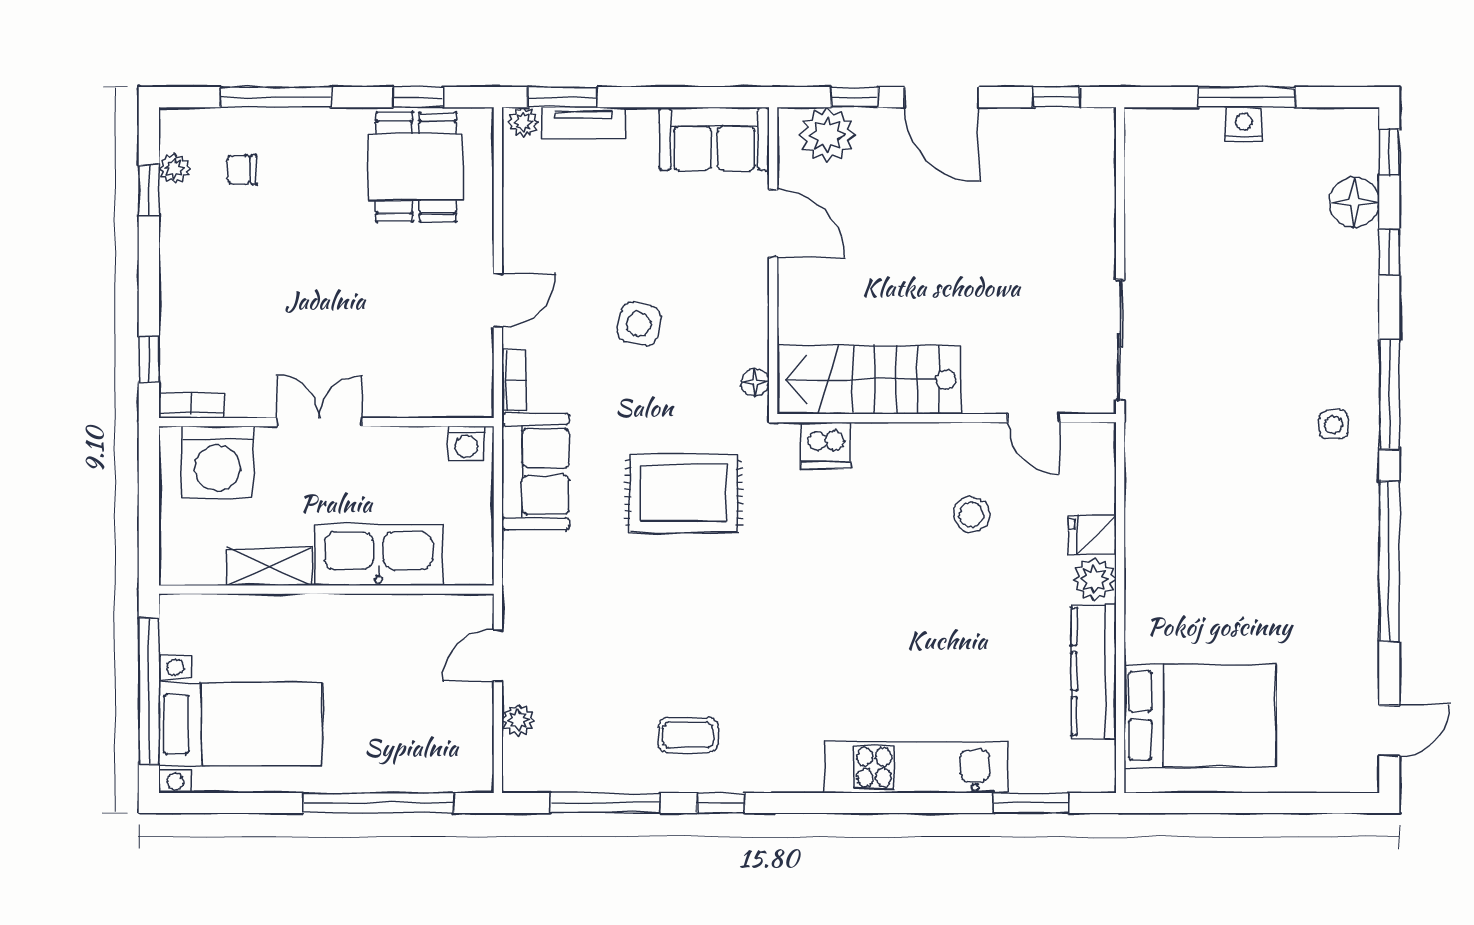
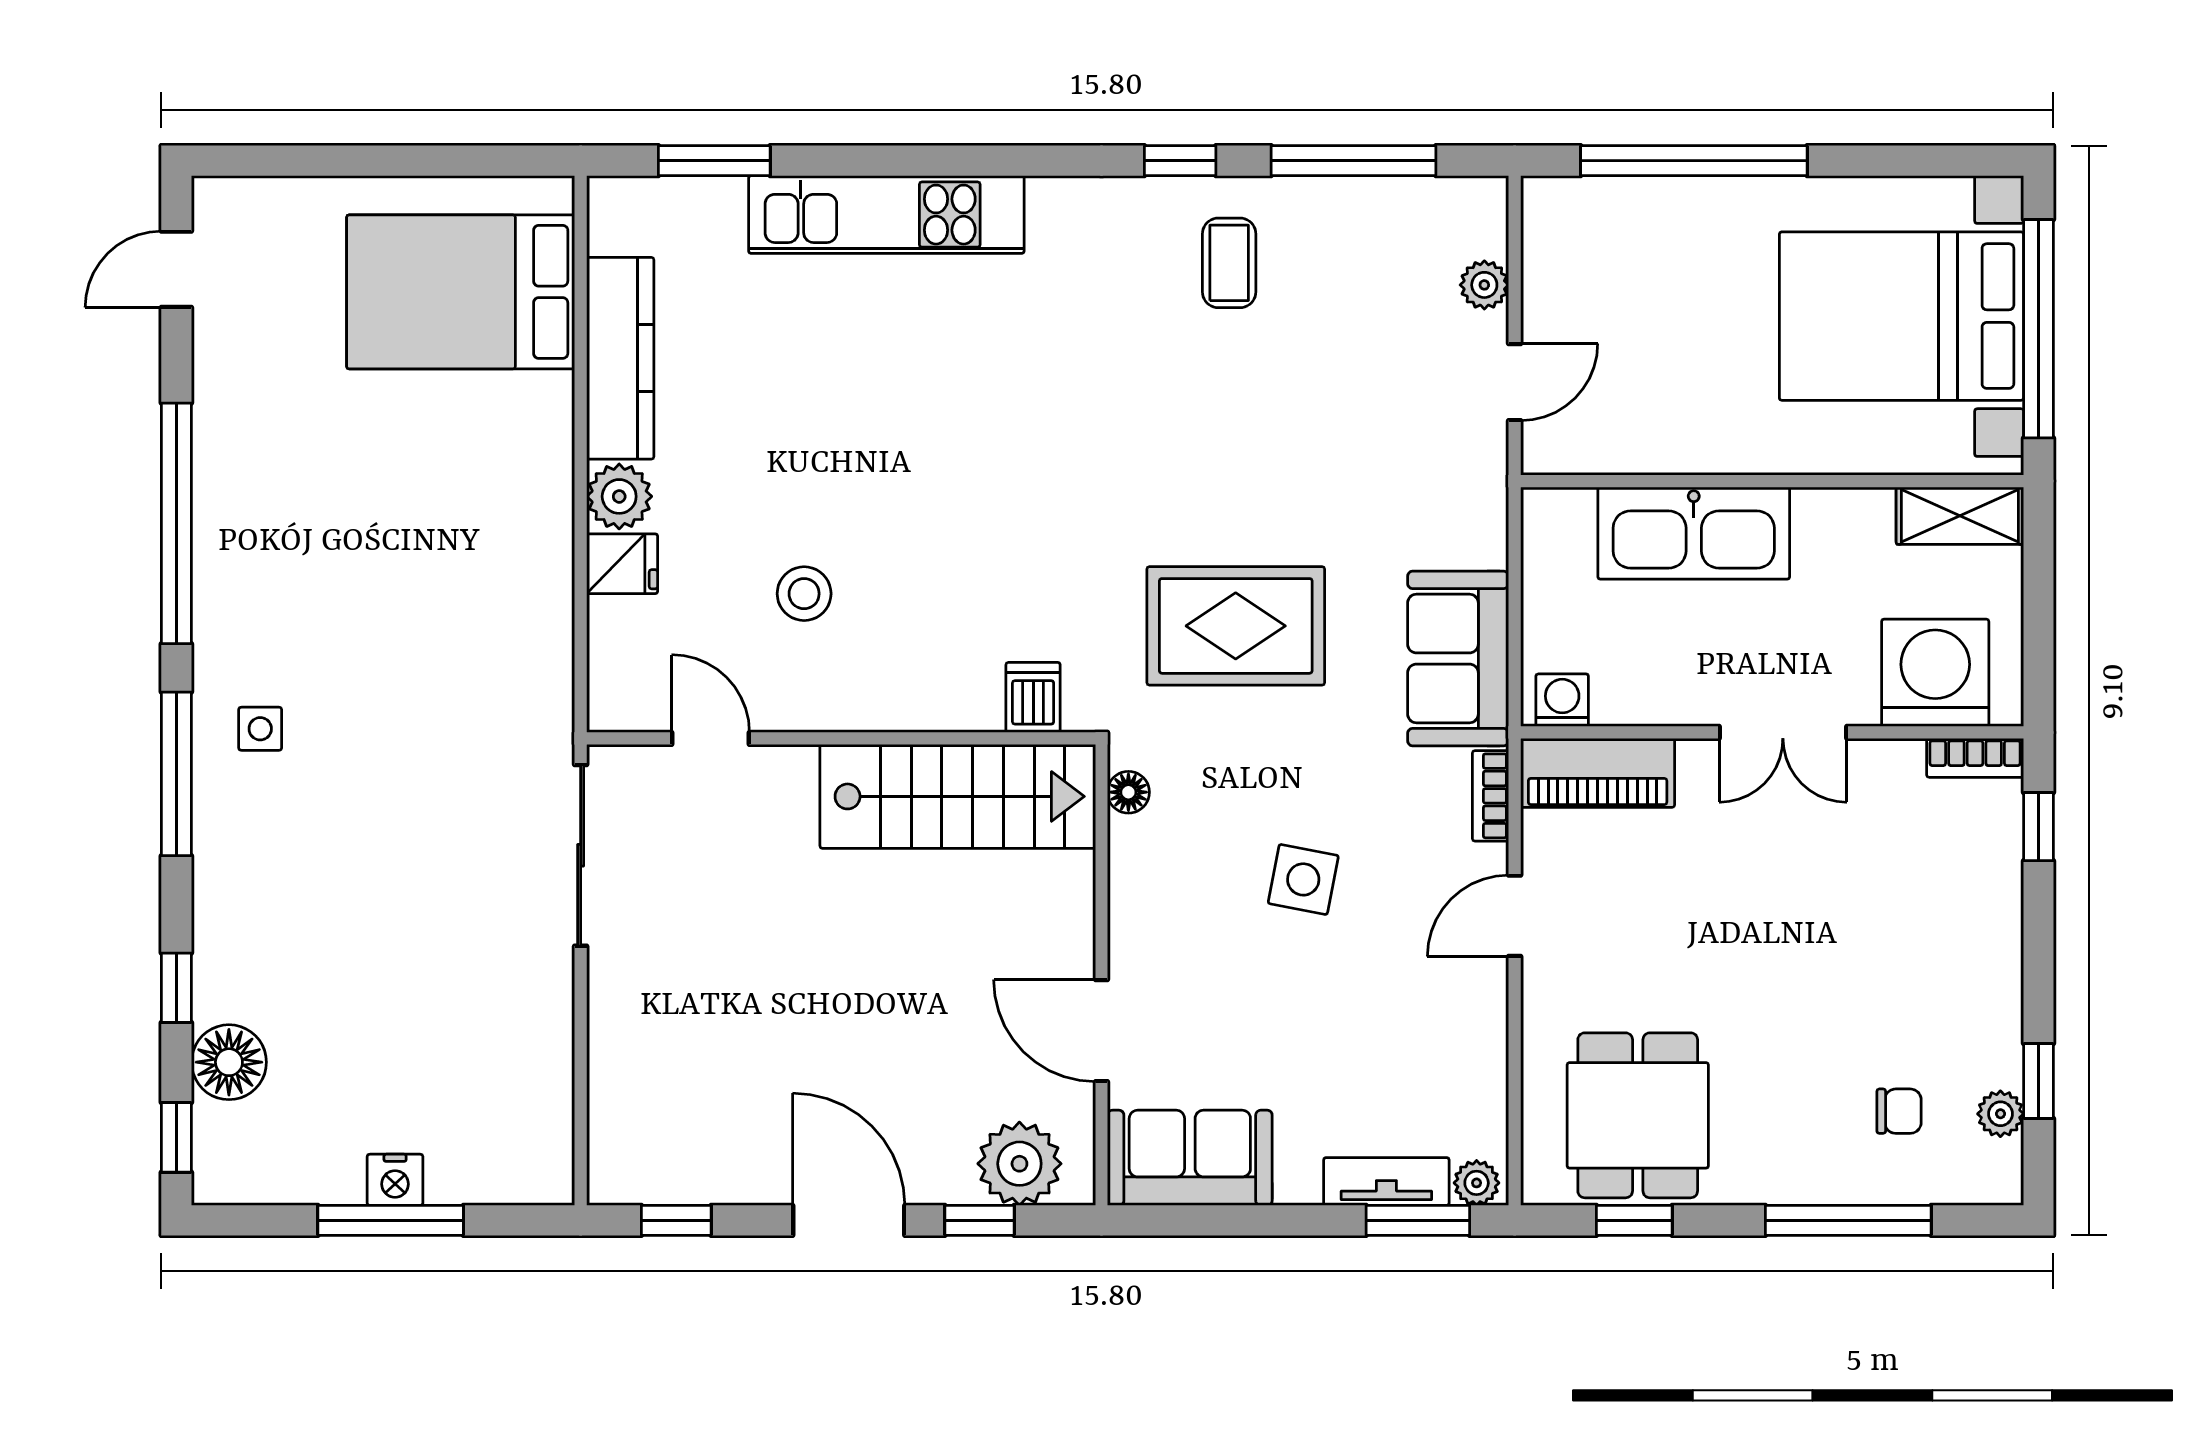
piano: (443, 395) -> (1598, 773), added
dishwasher: (826, 445) -> (1033, 697), width x0.73
shelving: (269, 567) -> (1960, 516), moved
bed with nightstands: (240, 724) -> (1901, 316), width x1.36
coffee table: (688, 735) -> (1229, 263), turned 90

